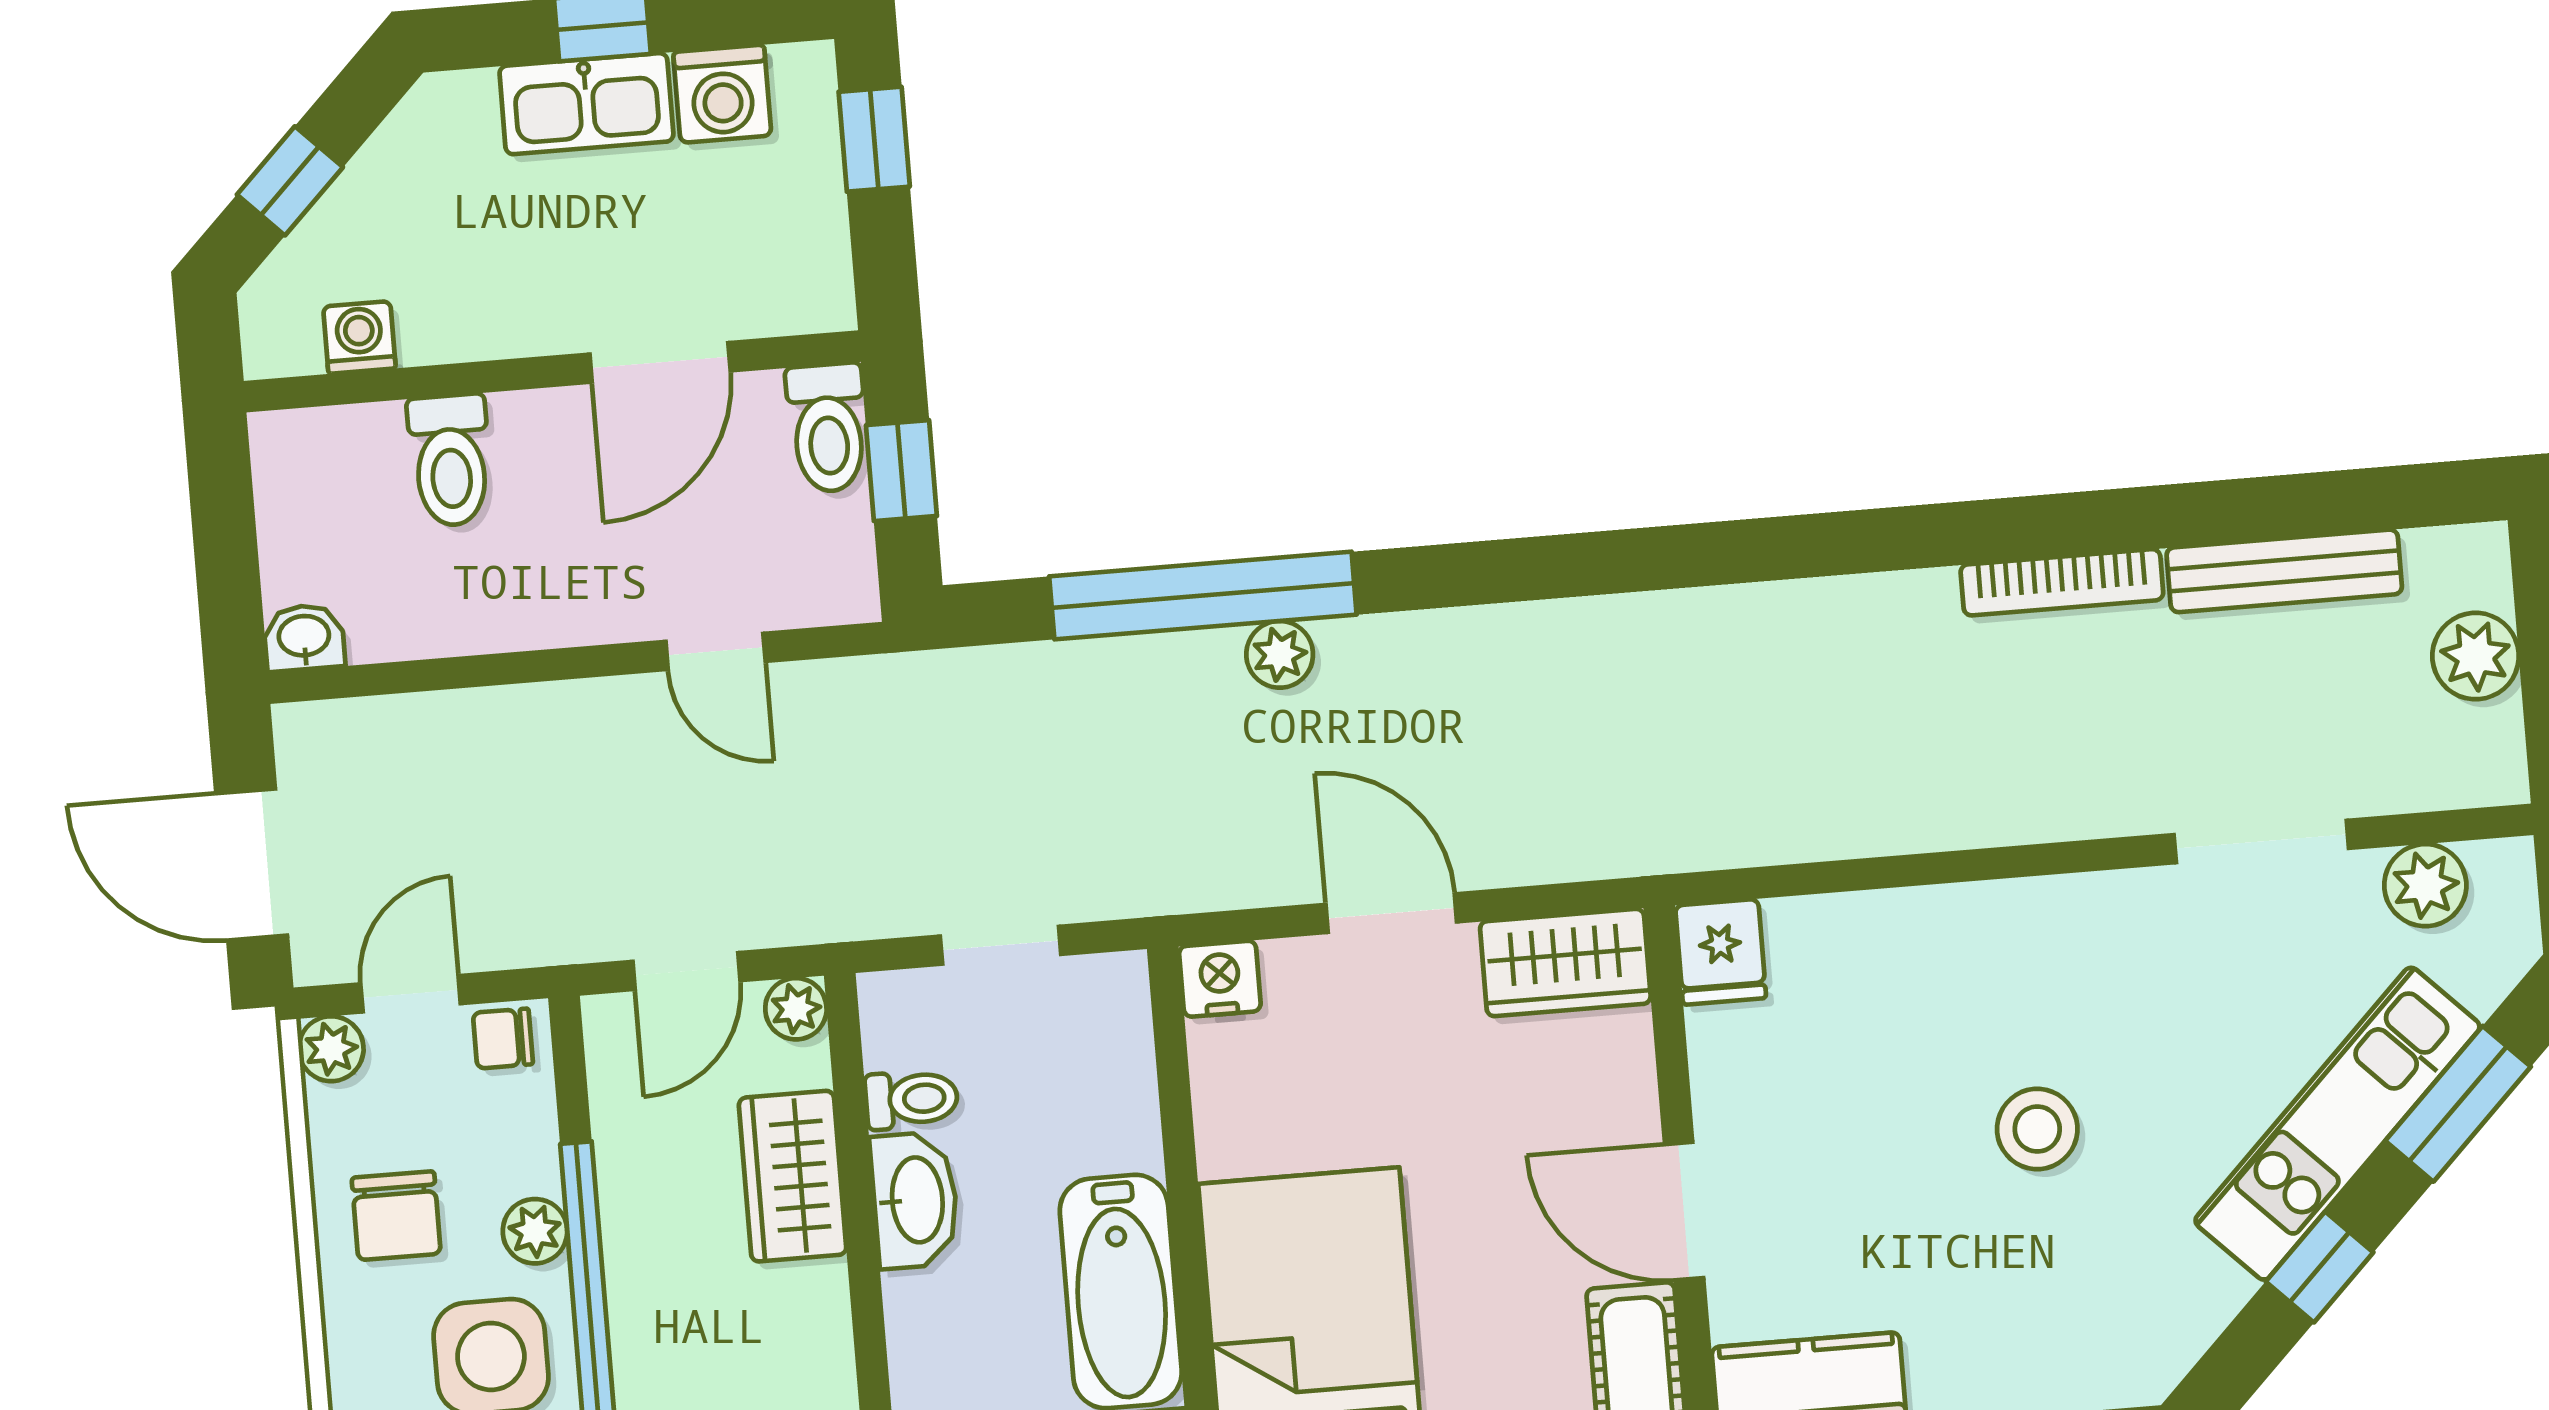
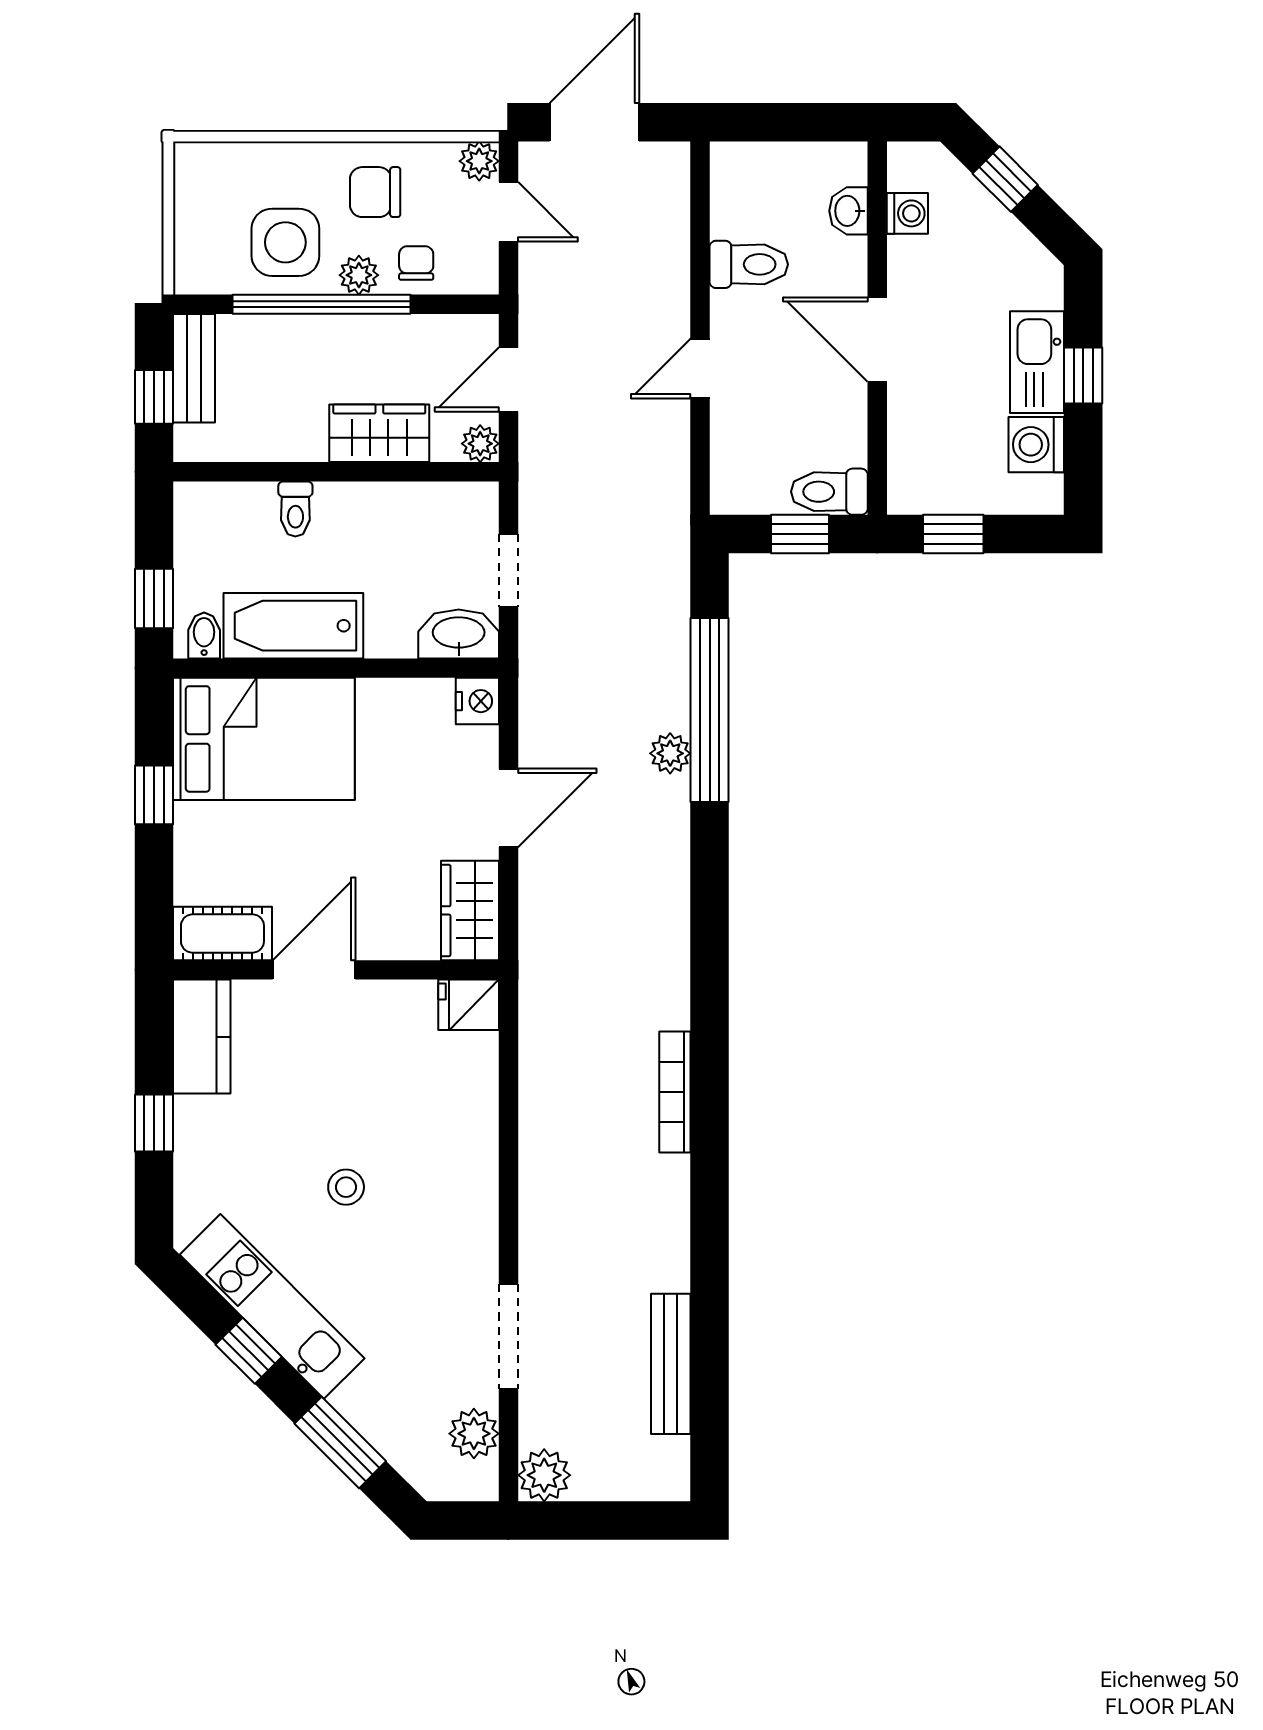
window: (874, 139) -> (953, 534), moved
door: (660, 362) -> (877, 340), moved
toilet: (450, 460) -> (749, 264), moved, turned 180
bookcase: (2062, 582) -> (675, 1092), moved
washbasin: (304, 638) -> (848, 211), moved, turned 180
door: (716, 651) -> (700, 369), moved
plant: (2476, 656) -> (544, 1475), moved
door: (687, 971) -> (508, 379), hinge flipped
chair: (503, 1039) -> (416, 263), moved
toilet: (912, 1099) -> (295, 509), moved
kitchen unit: (2337, 1124) -> (272, 1306), moved
stool: (2037, 1129) -> (346, 1187), width x0.73, depth x0.73
washbasin: (915, 1200) -> (459, 634), moved, turned 180

